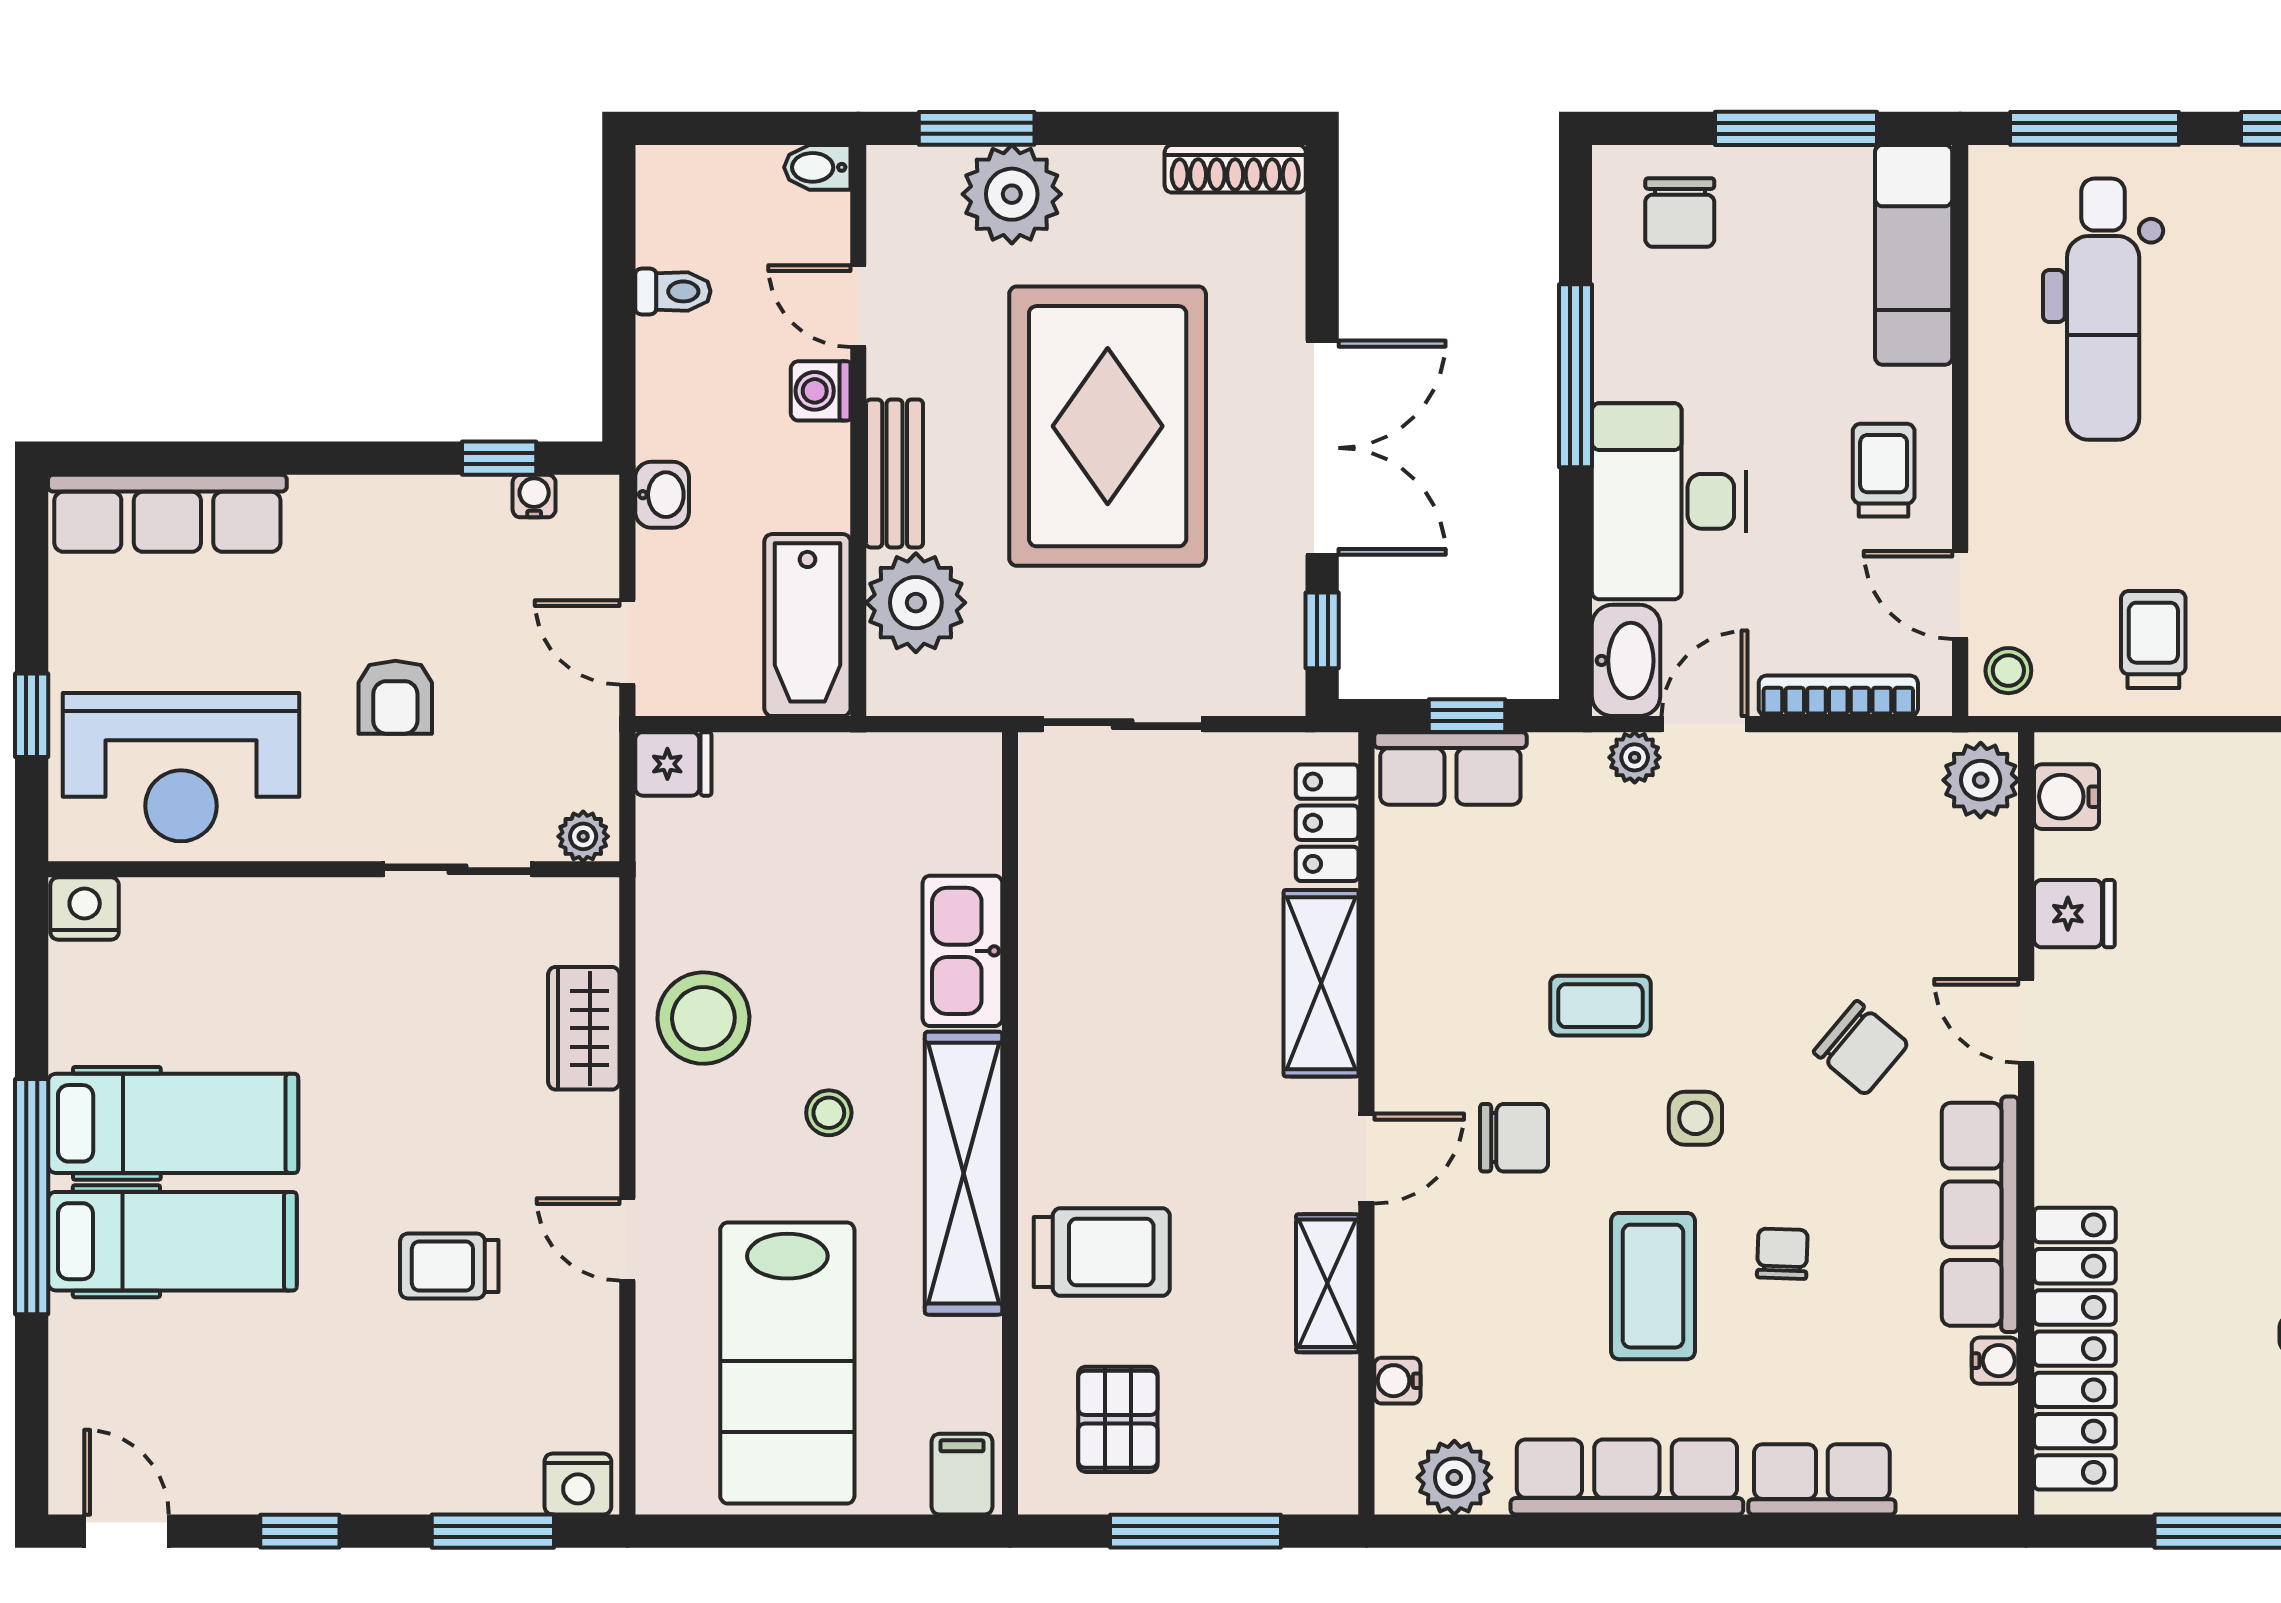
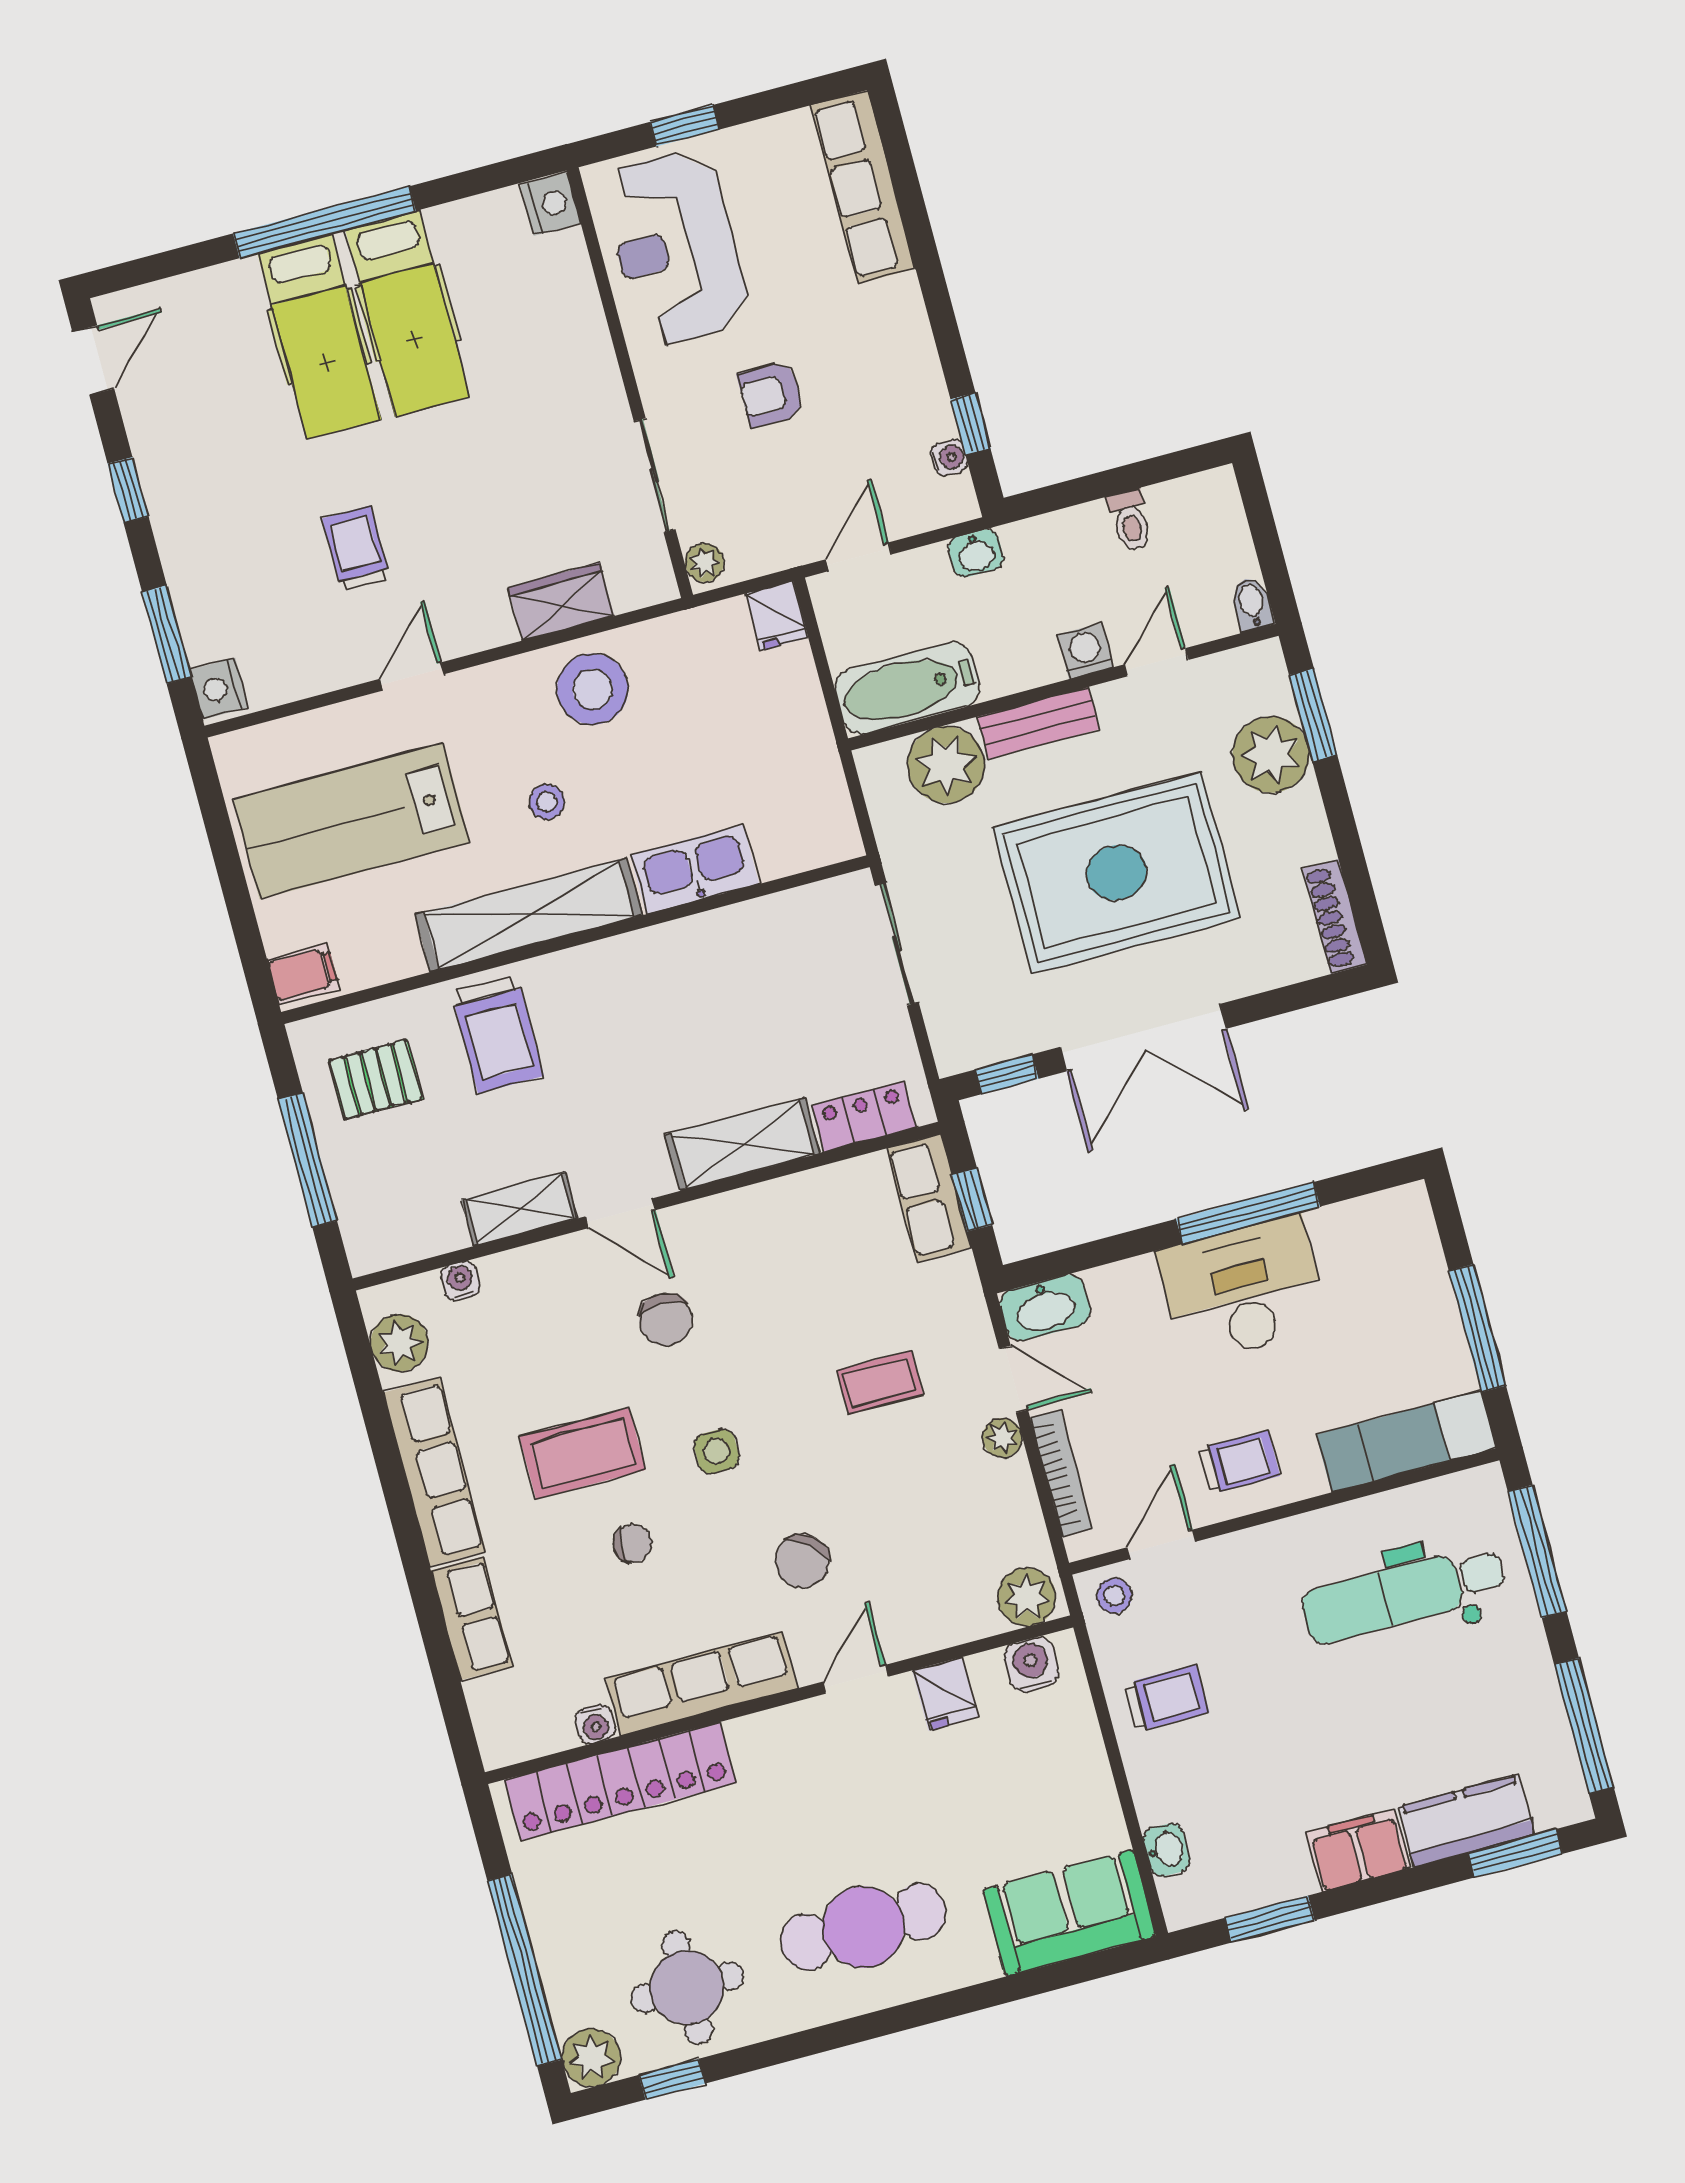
chair: (1680, 212) -> (1391, 1258), removed
desk: (1669, 501) -> (1243, 1289), moved
plant: (1635, 757) -> (1002, 1438), moved
coffee table: (1600, 1006) -> (880, 1383), moved, turned 90

